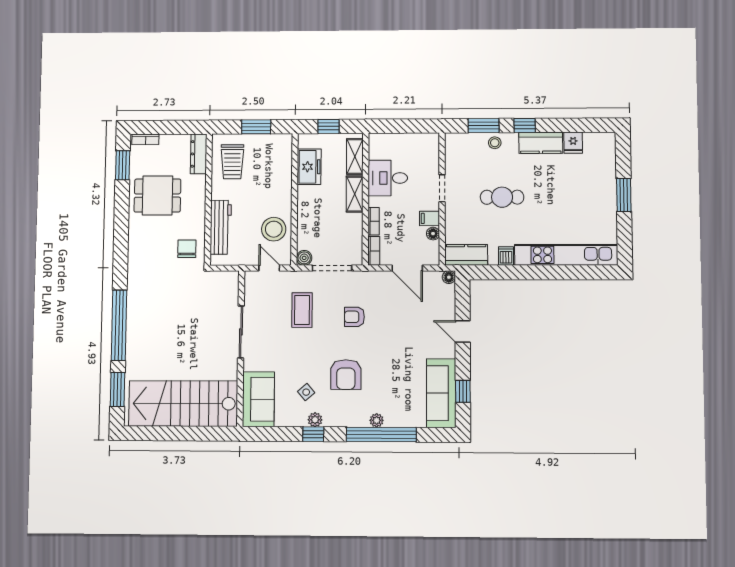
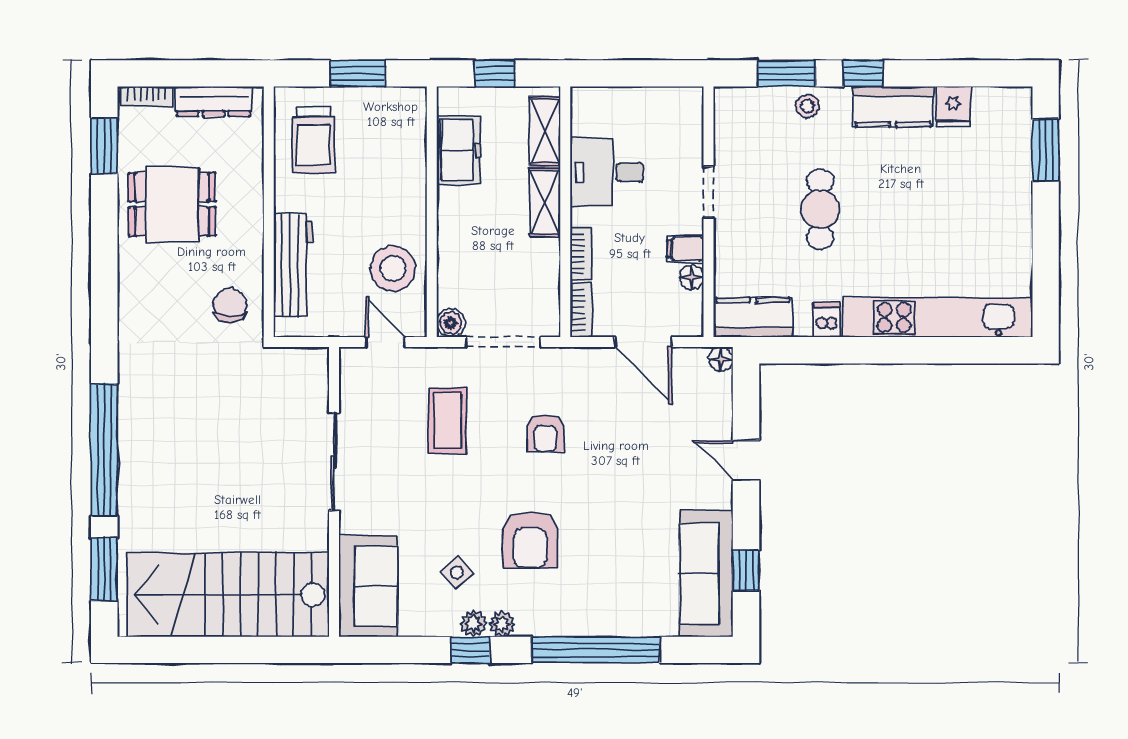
dresser: (199, 154) -> (213, 101), moved, turned -90
window: (624, 195) -> (1046, 150), moved
cafe table: (502, 197) -> (820, 209), turned 90
armchair: (354, 317) -> (545, 433), turned -90
plant: (377, 420) -> (502, 624), moved

